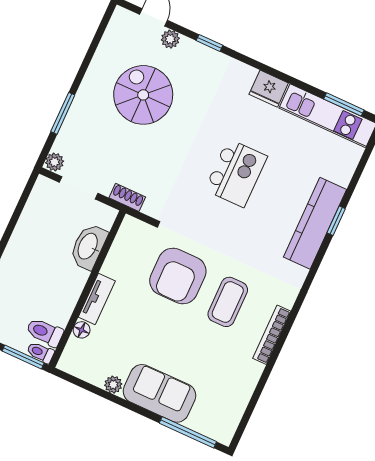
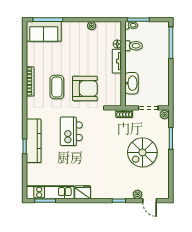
spiral stairs: (143, 95) -> (142, 152), moved, turned 90
kitchen island: (236, 173) -> (71, 131), moved
armchair: (178, 276) -> (85, 88), turned 90
toilet: (45, 332) -> (134, 46), moved
sofa: (160, 393) -> (44, 31), moved

